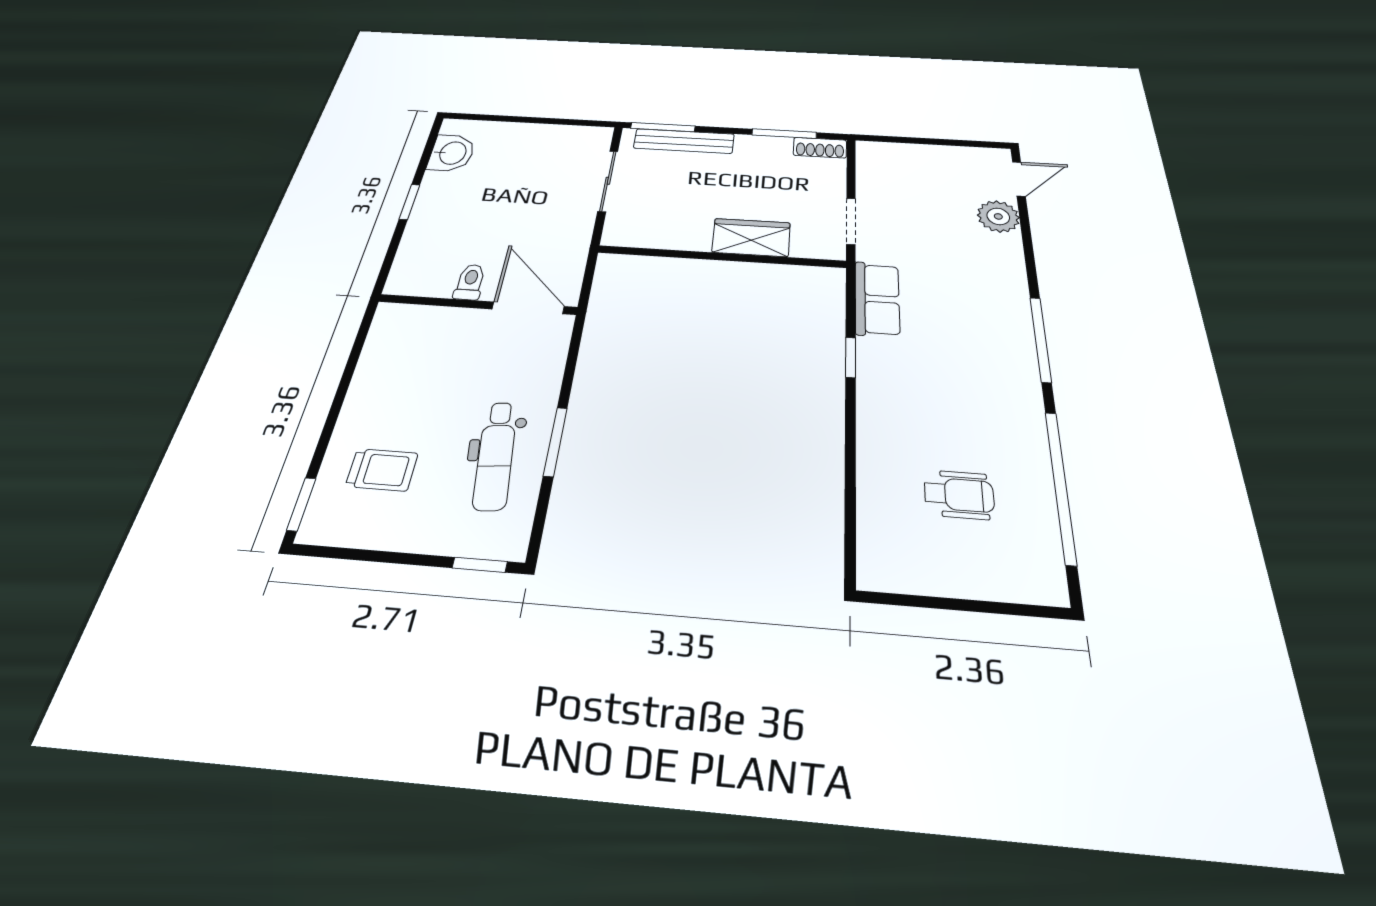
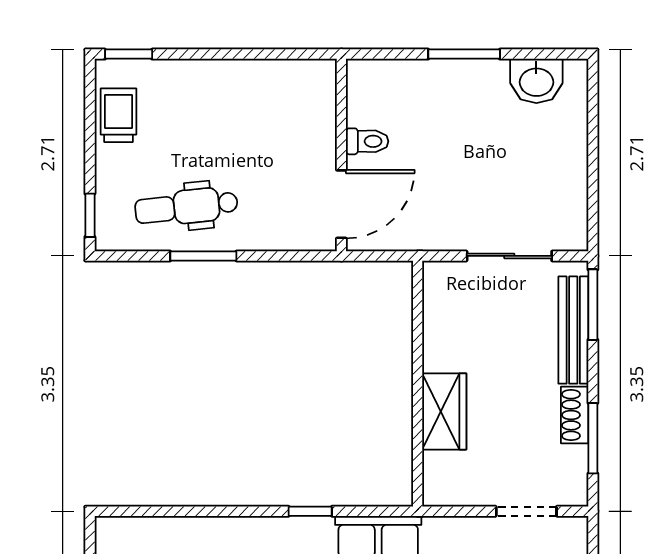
shoe rack: (820, 148) -> (575, 415), moved
window: (410, 202) -> (464, 54), width x1.50
doorway: (851, 221) -> (526, 511), moved
trolley: (382, 470) -> (119, 115), moved, turned 180

